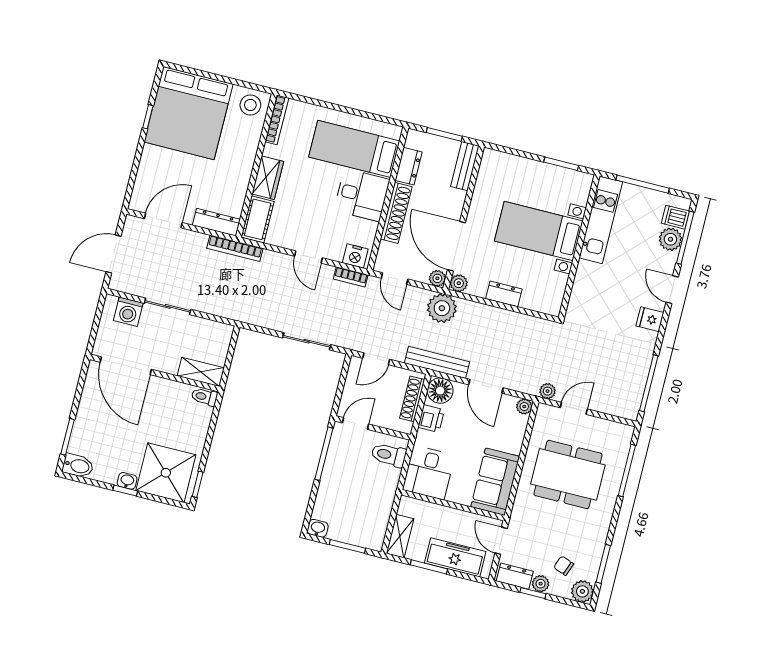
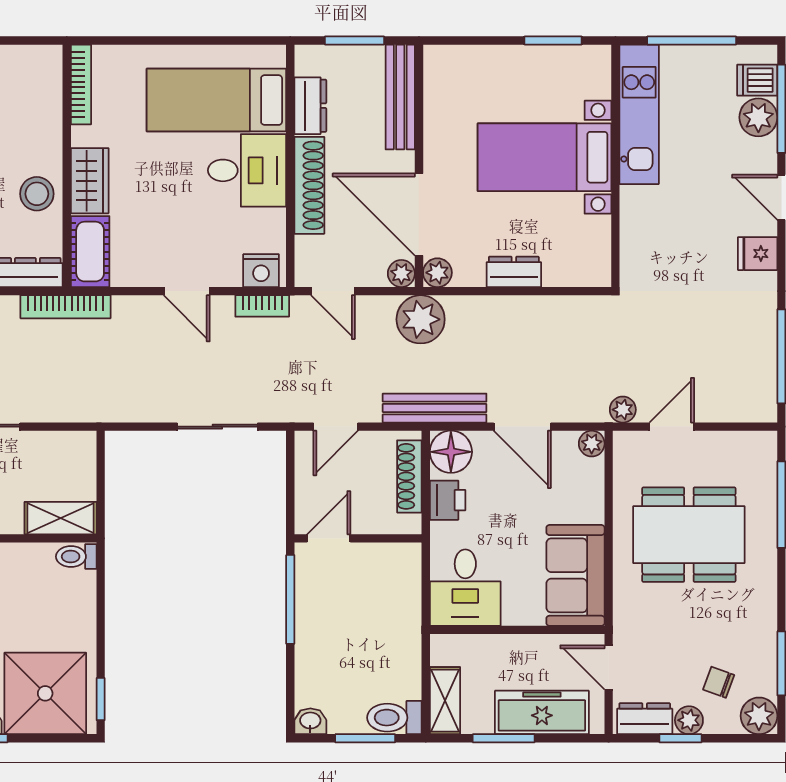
stool: (250, 105) -> (37, 194), moved
bench: (465, 166) -> (400, 97), width x1.36
toilet: (389, 455) -> (394, 718), moved

